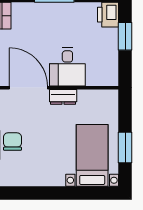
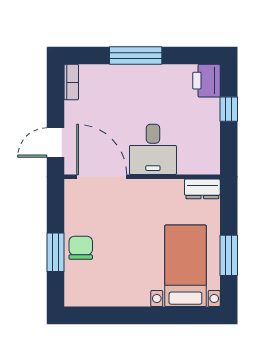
window: (125, 36) -> (229, 109), width x0.67
dresser: (63, 97) -> (202, 189), moved

